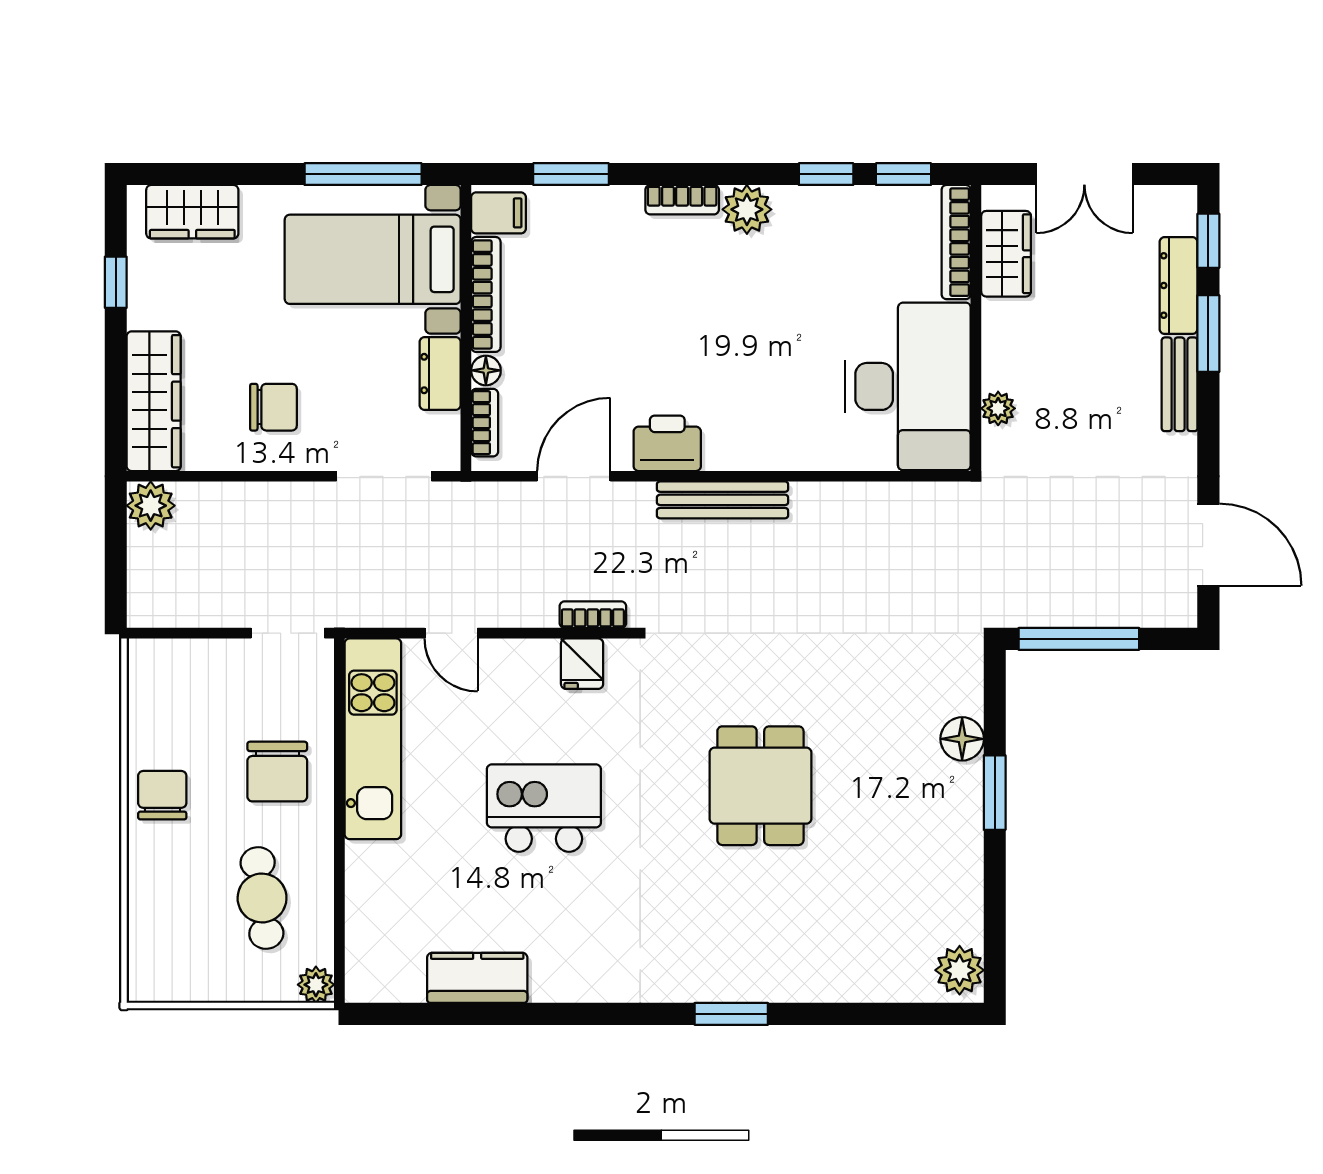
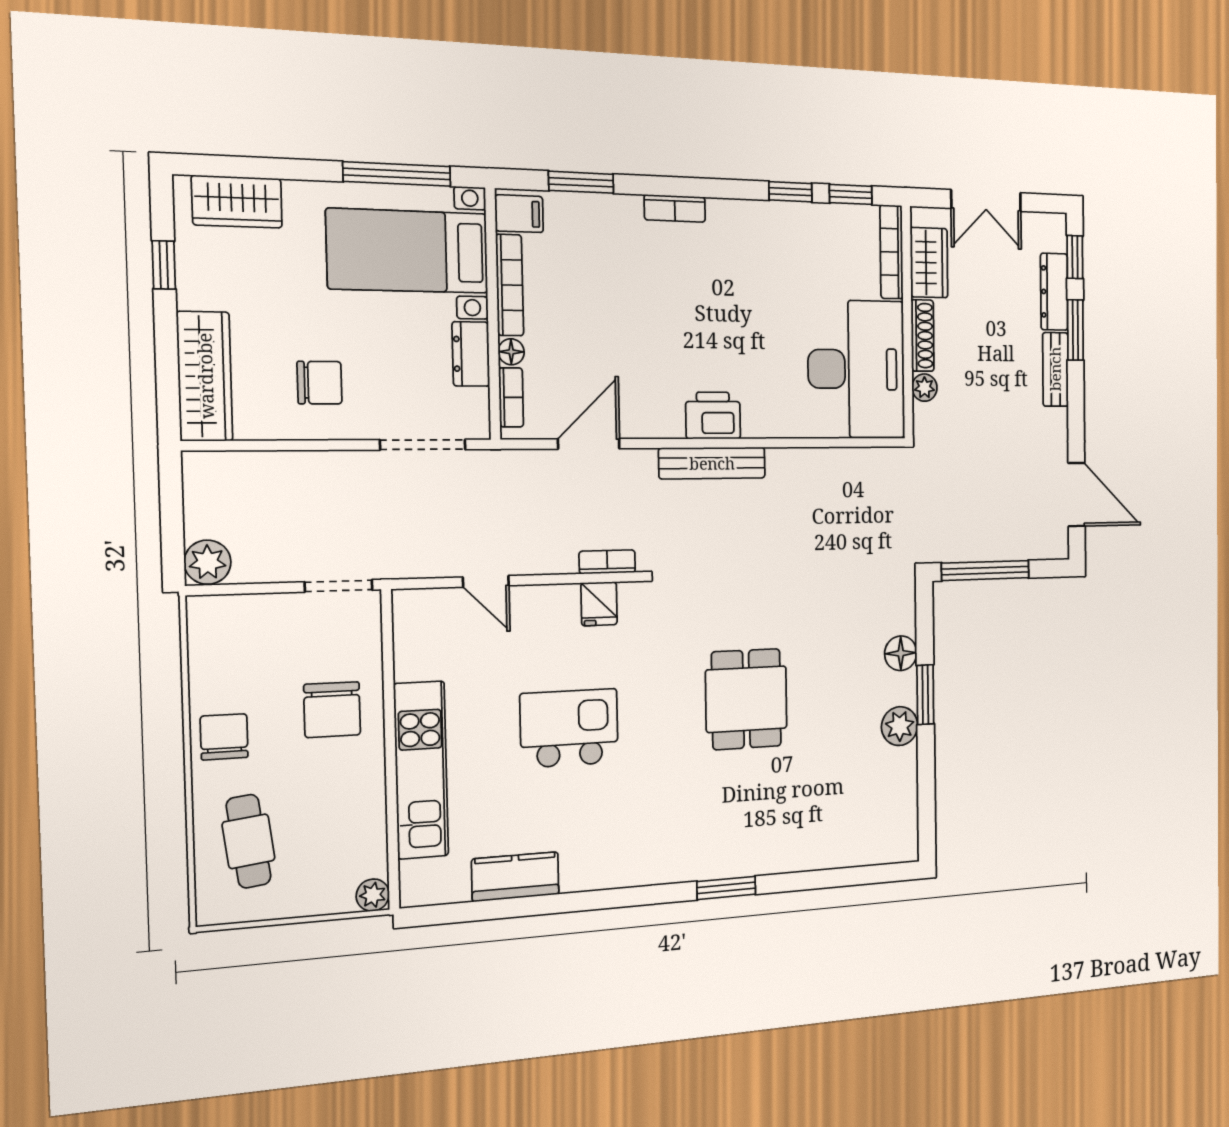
plant: (747, 209) -> (728, 219), removed
shoe rack: (996, 344) -> (922, 336), added
printer: (667, 443) -> (713, 416), moved
plant: (151, 506) -> (208, 562), moved
kitchen unit: (373, 739) -> (421, 770), moved
cafe table: (262, 898) -> (249, 841), moved
plant: (960, 970) -> (900, 726), moved

